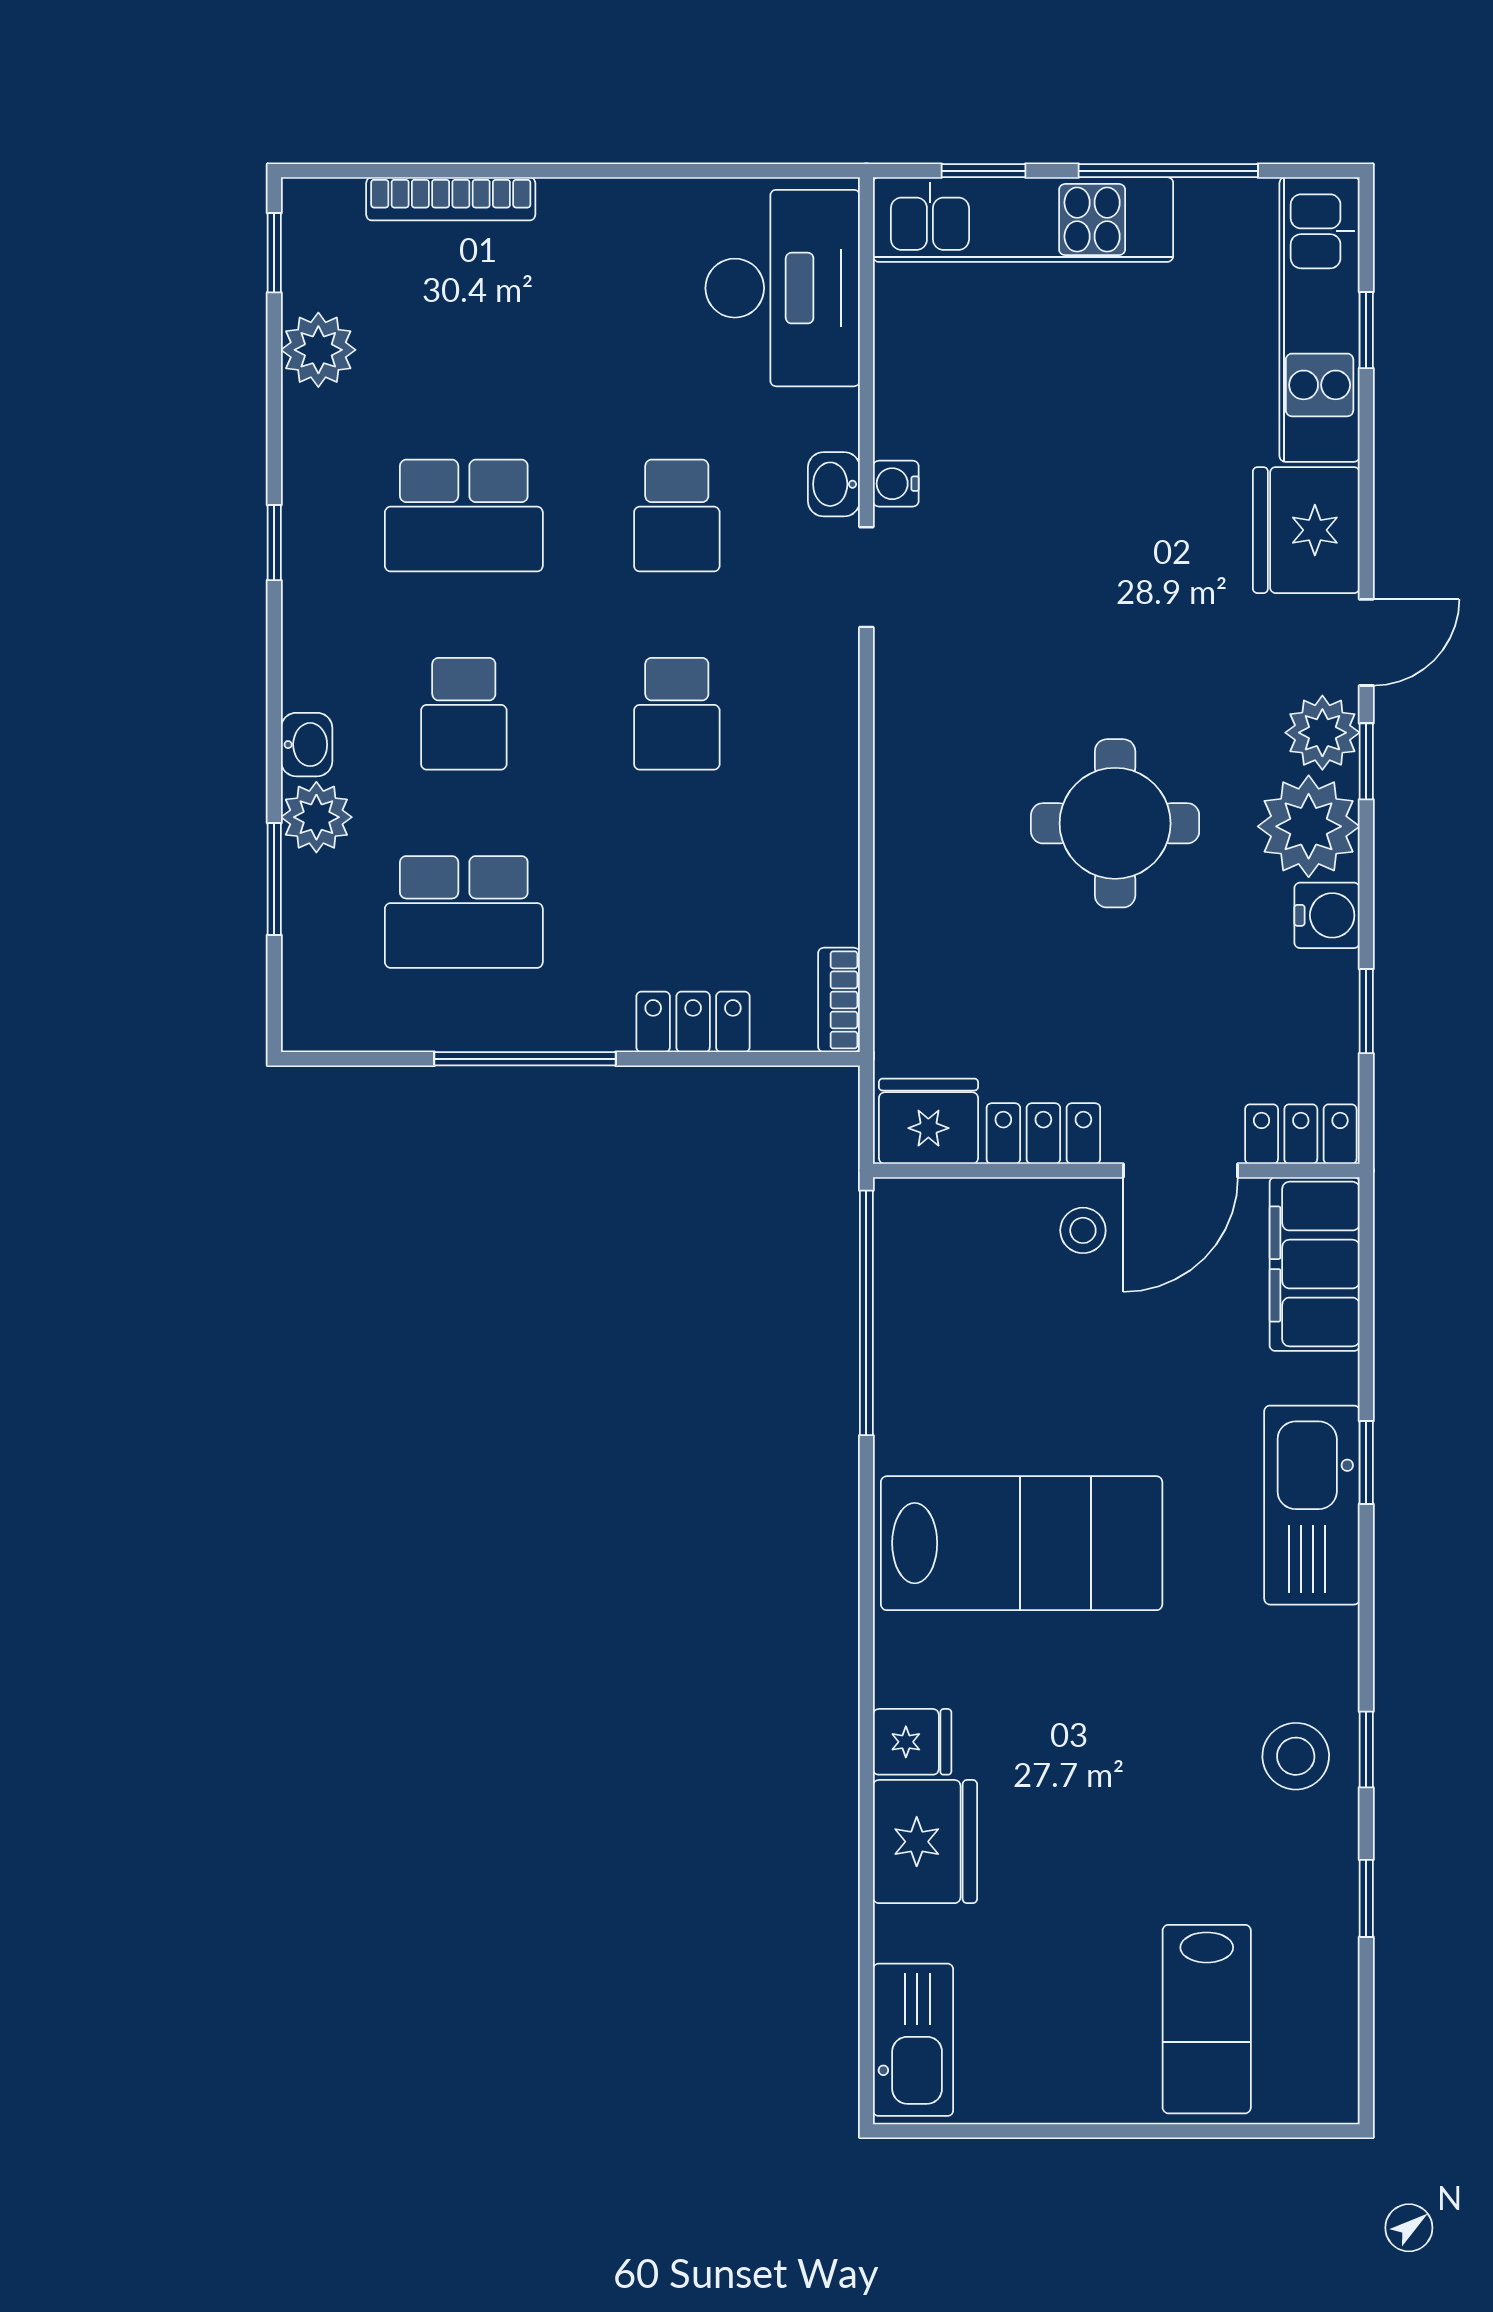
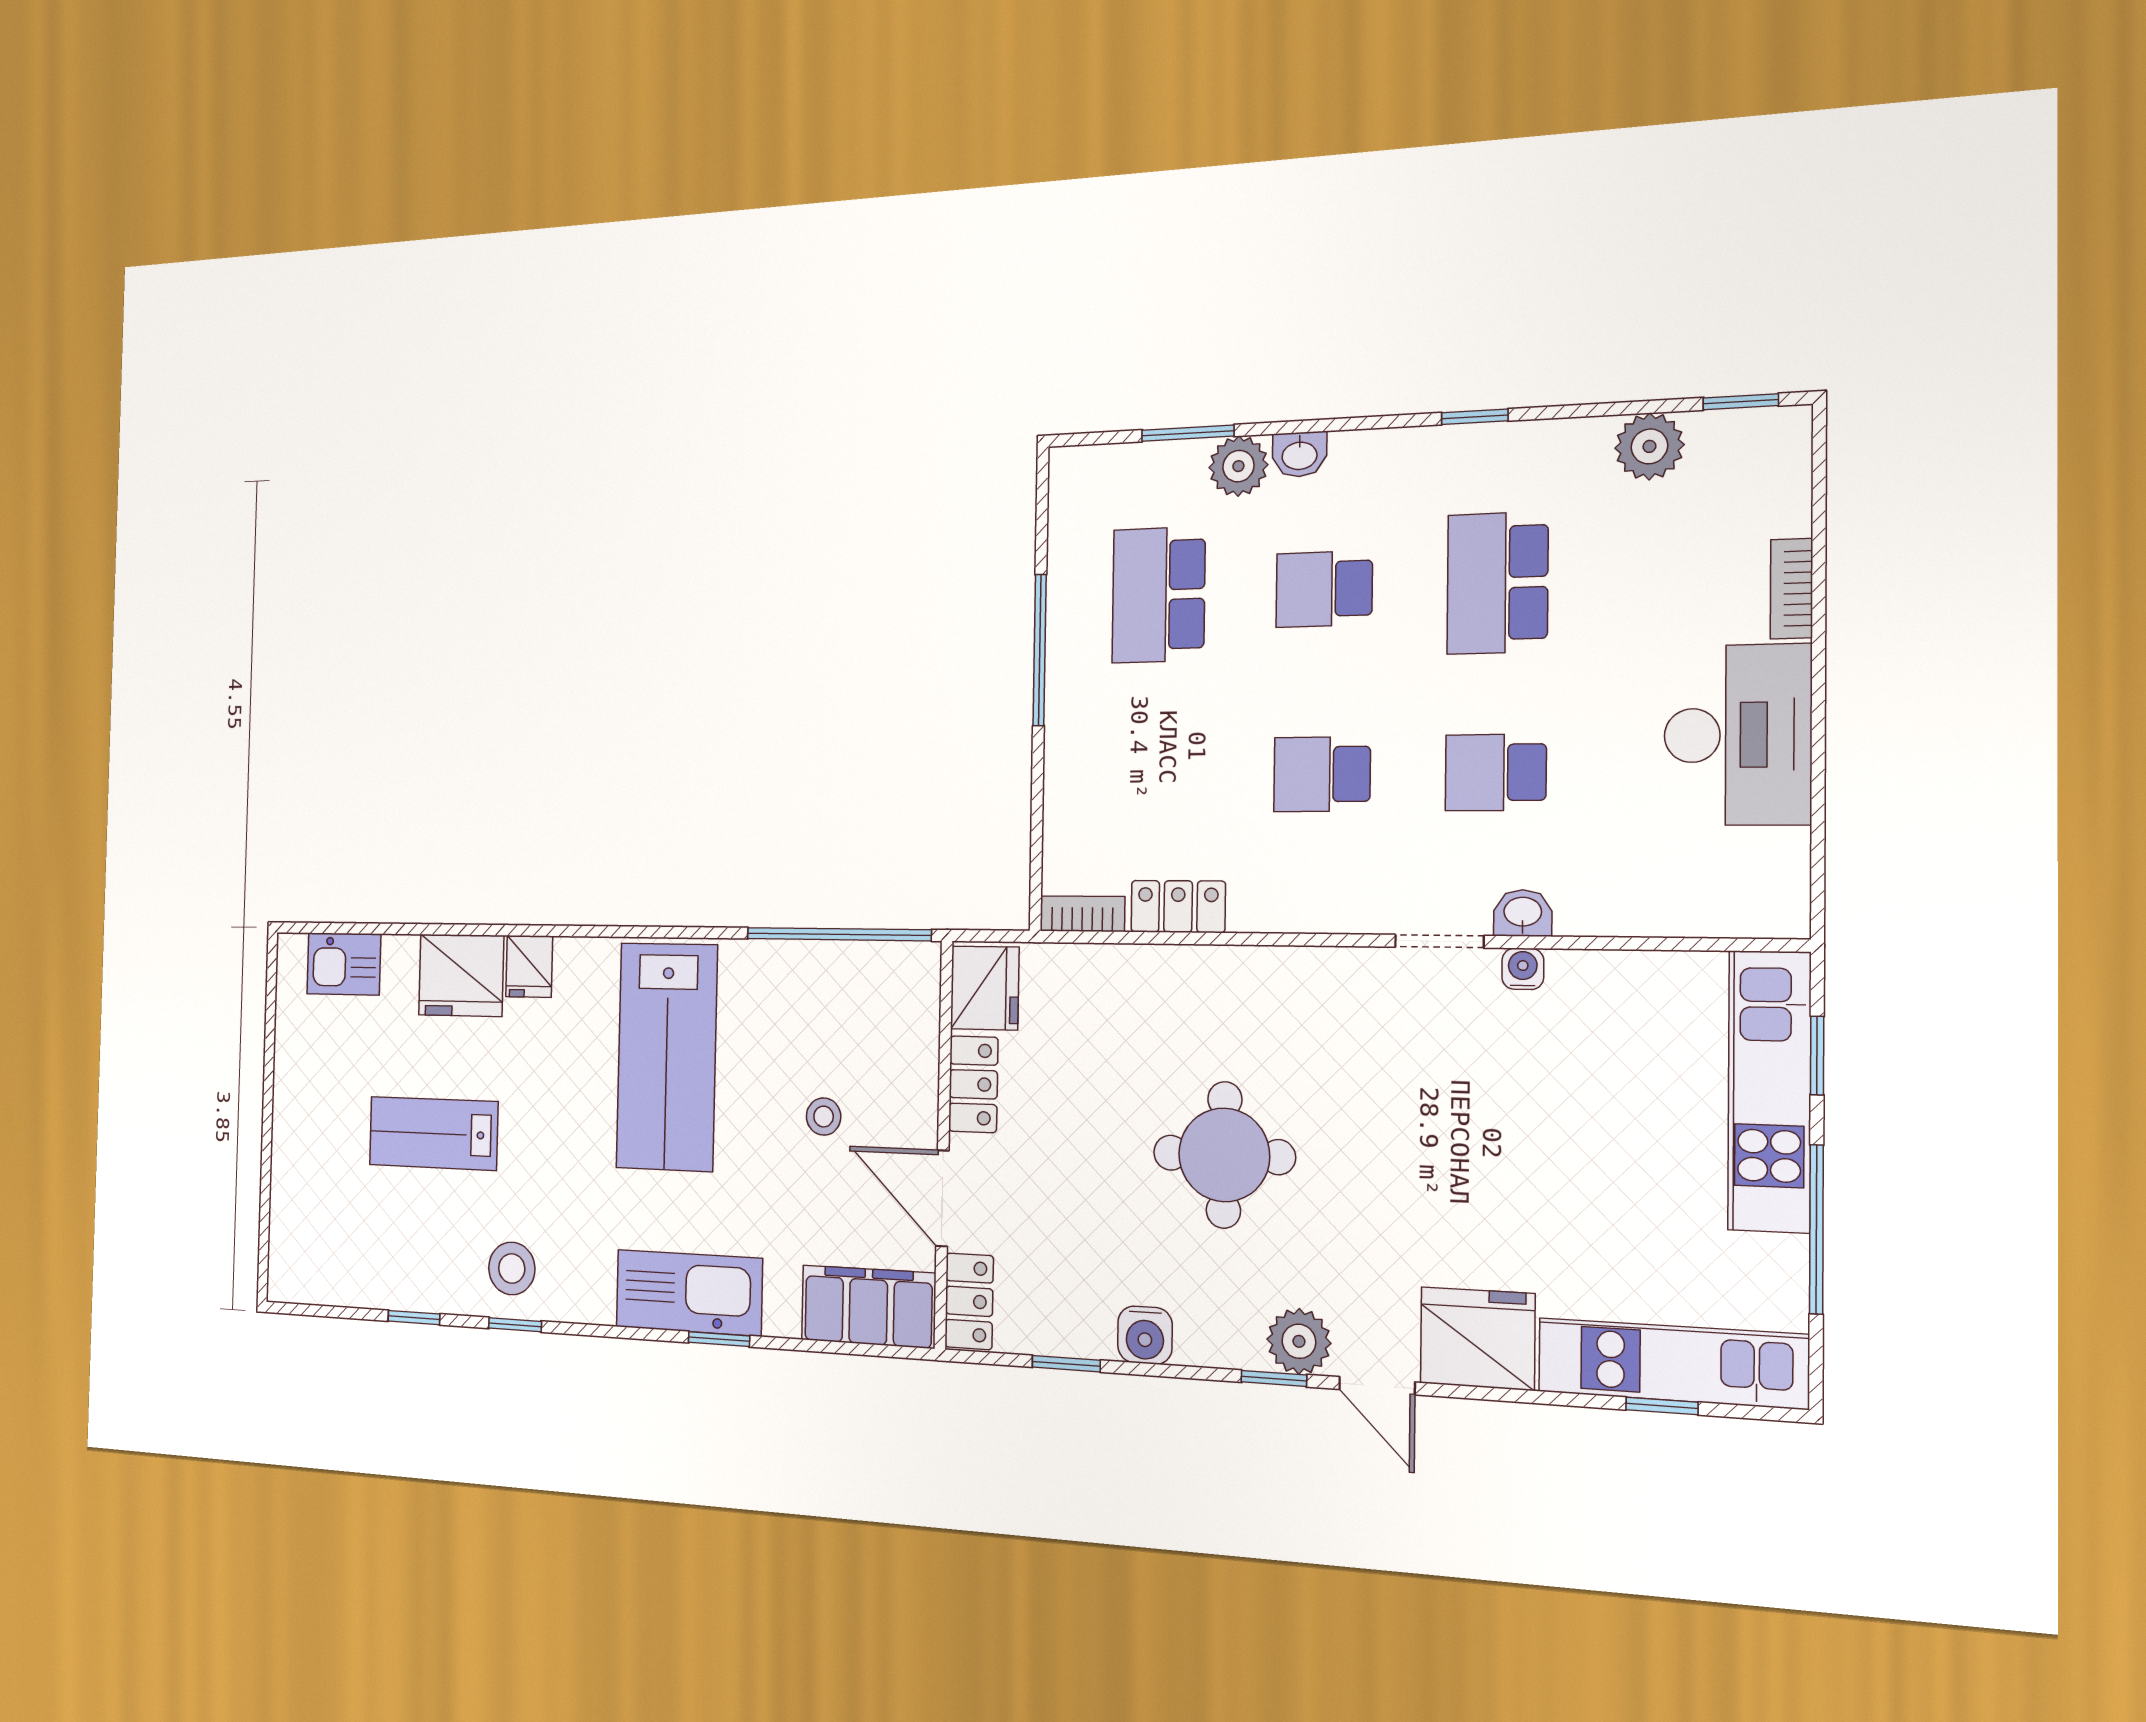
bookcase: (451, 199) -> (1791, 589), width x0.64
desk: (783, 288) -> (1738, 735), moved, turned -90
plant: (1309, 826) -> (1219, 1324), removed
locker: (693, 1022) -> (1178, 907), moved, turned -90
stool: (1083, 1230) -> (824, 1117), moved
lab bench: (1207, 2019) -> (433, 1133), moved
kitchen sink: (913, 2040) -> (344, 964), width x0.73

